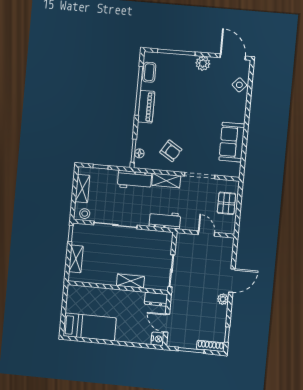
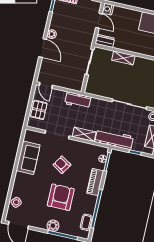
plant: (203, 63) -> (53, 226), moved
armchair: (185, 99) -> (61, 197), added
piano: (146, 107) -> (95, 182), moved
armchair: (171, 151) -> (62, 165), moved
workbench: (135, 180) -> (114, 139), width x1.38
workbench: (165, 220) -> (78, 100), moved
door: (206, 233) -> (46, 85), moved
door: (232, 281) -> (43, 48), swing flipped

